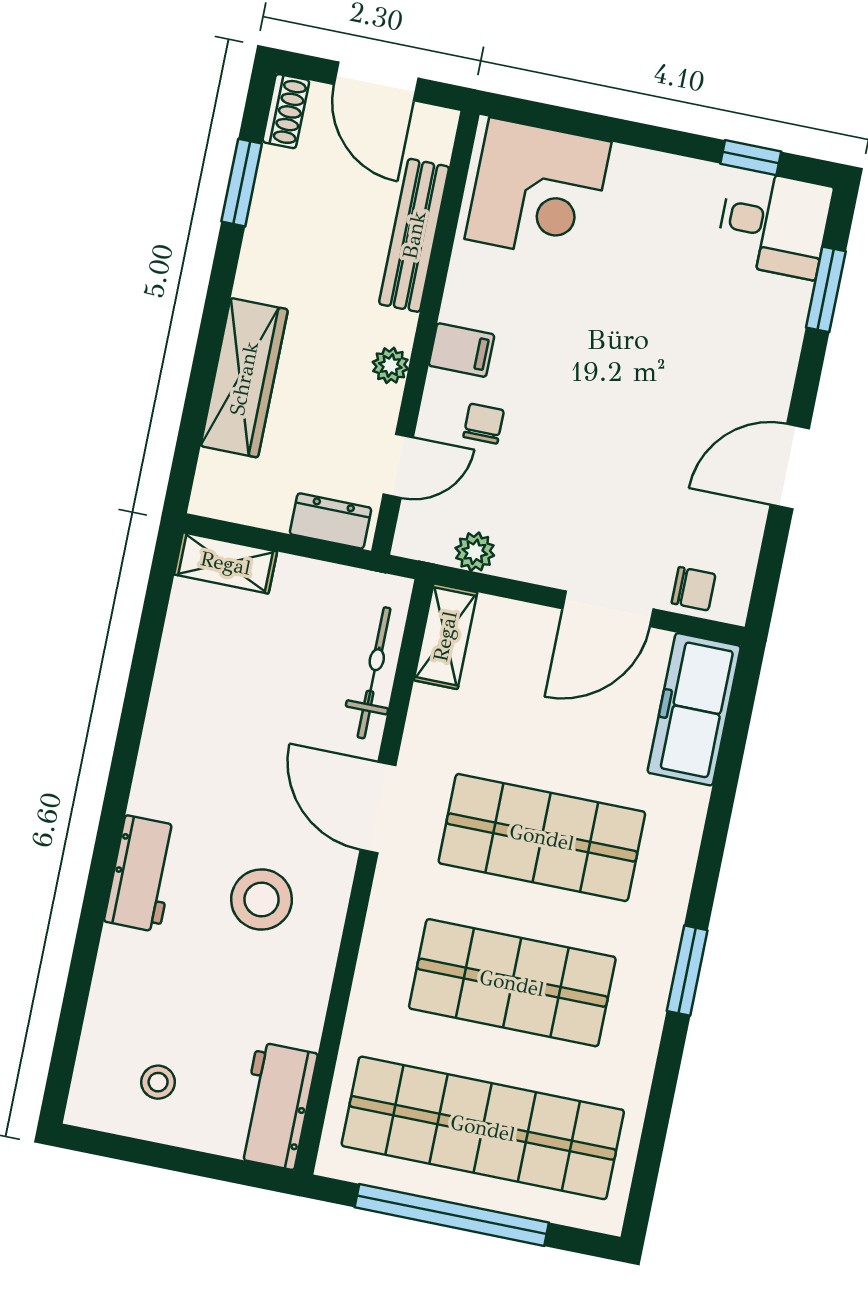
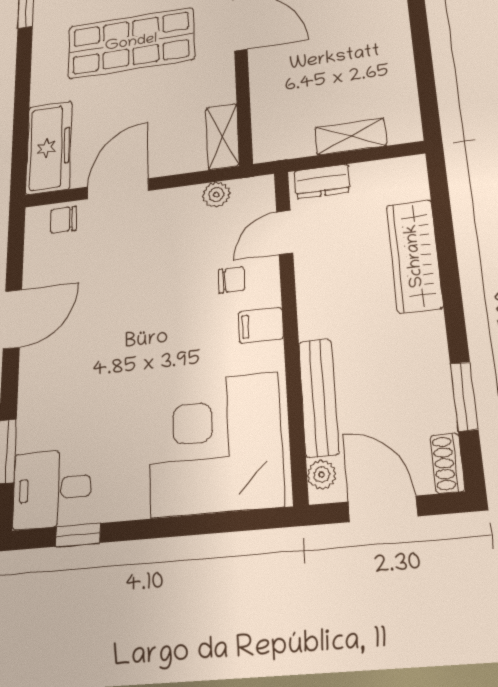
corner desk: (538, 190) -> (215, 444), width x1.36, depth x1.36
plant: (390, 365) -> (322, 475), moved
chair: (484, 424) -> (232, 280), turned -90
shelving: (226, 563) -> (350, 137), moved
bicycle: (374, 673) -> (264, 99), removed

